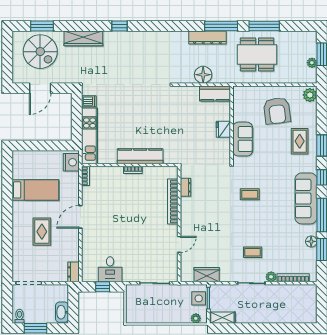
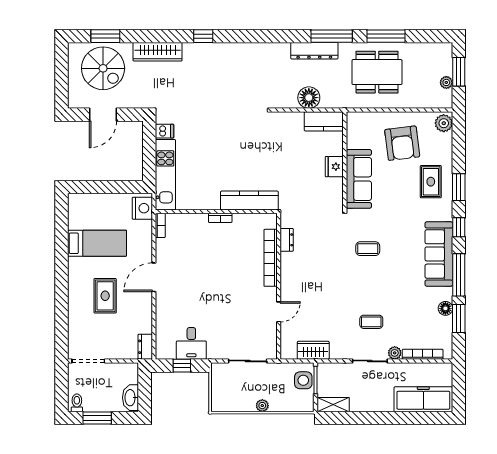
sofa: (243, 139) -> (359, 179), width x1.36
kitchen counter: (140, 156) -> (249, 201), moved
freezer: (294, 313) -> (423, 399), added
plant: (196, 318) -> (262, 406), moved

